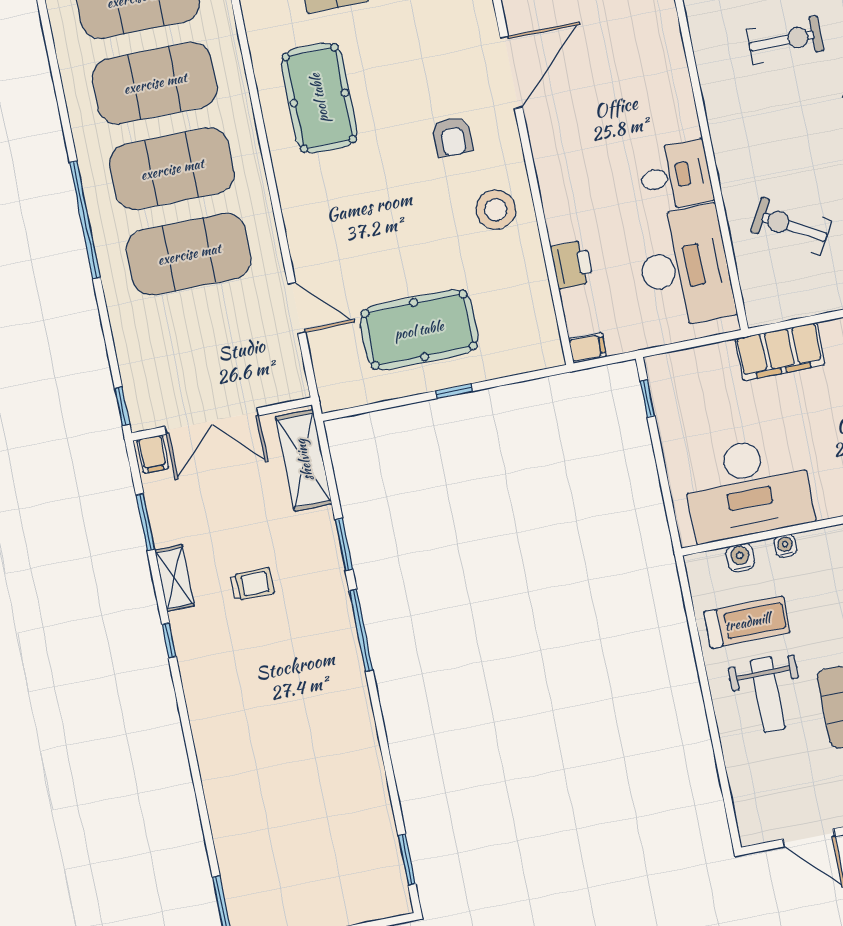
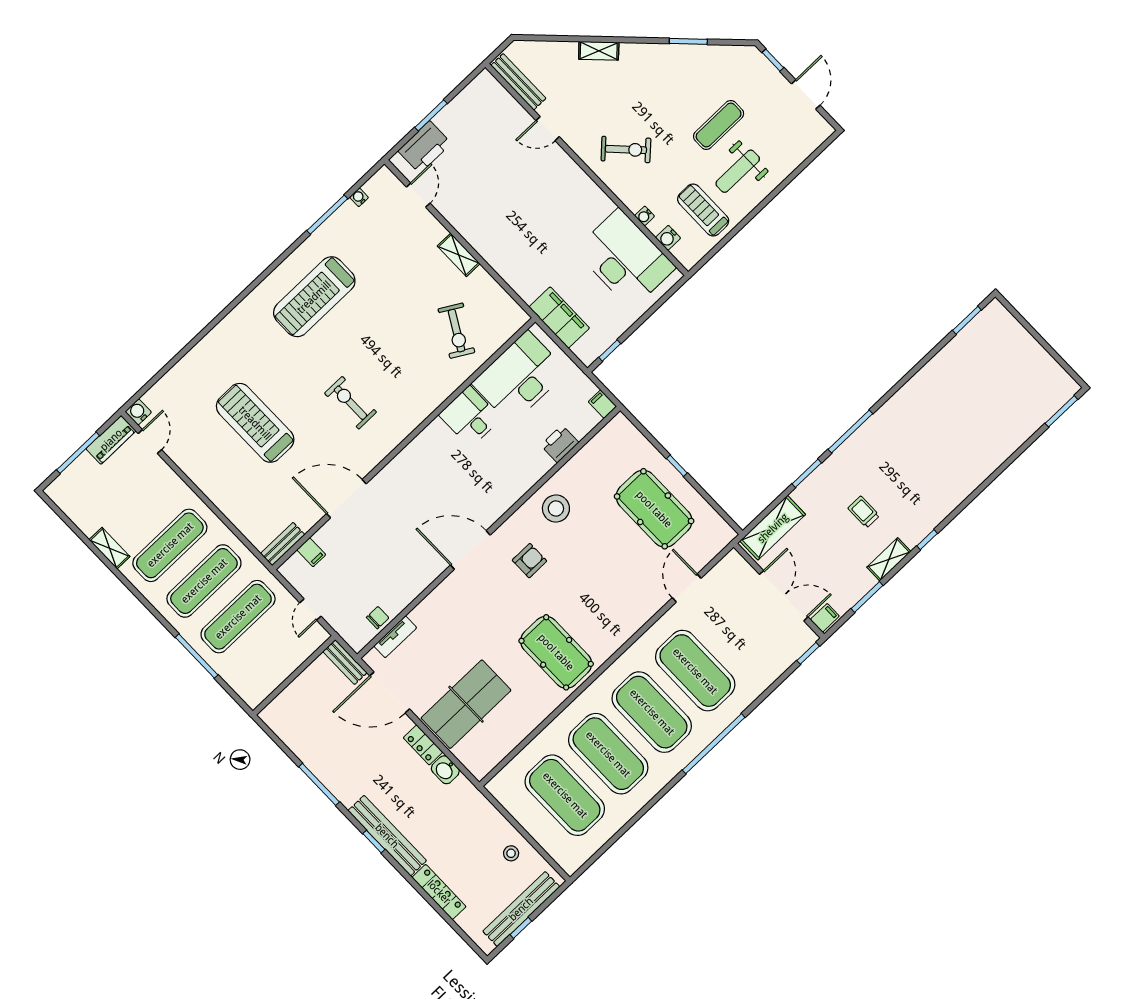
pool table: (319, 98) -> (556, 652), turned 90
filing cabinet: (780, 352) -> (559, 318), moved
weight bench: (768, 695) -> (738, 171), turned 180

